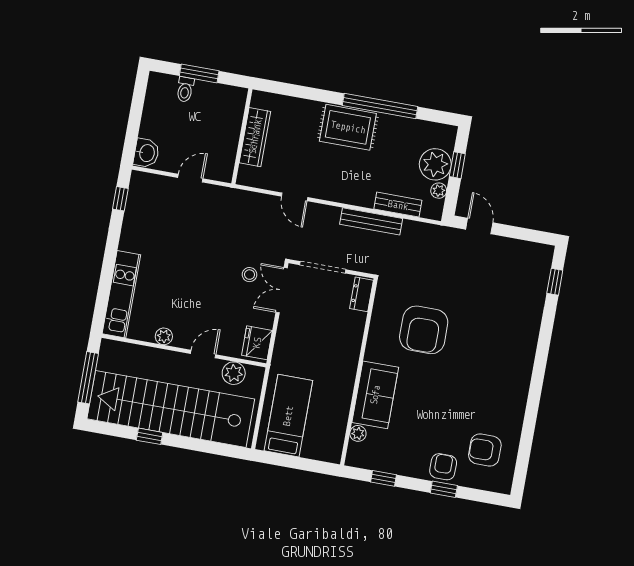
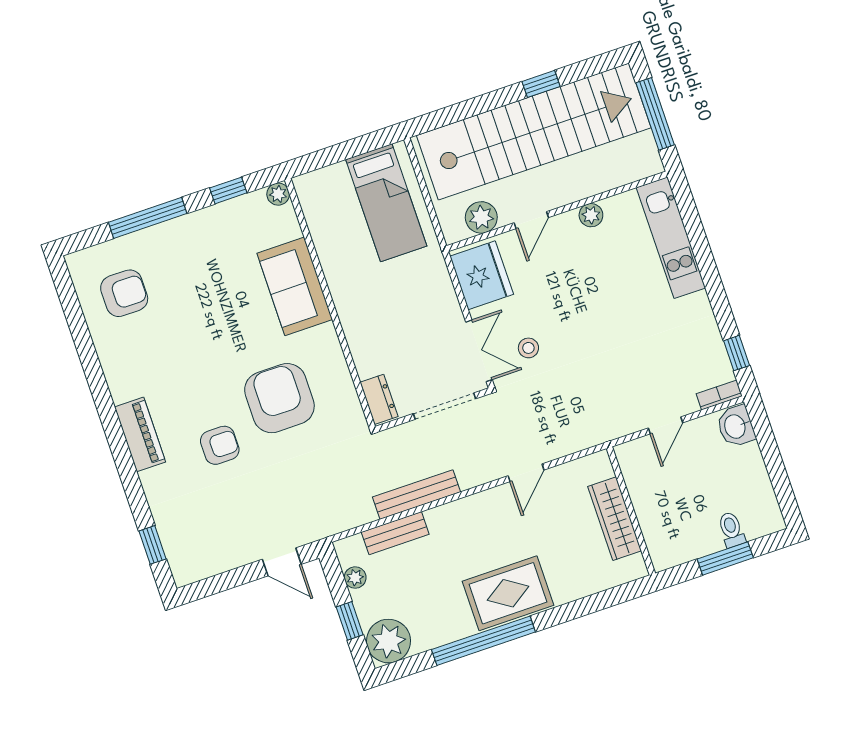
plant: (435, 164) -> (388, 641), moved
bookcase: (146, 178) -> (719, 395), added
door: (295, 197) -> (526, 473), swing flipped
fridge: (257, 343) -> (482, 275), width x1.36, depth x1.34
piano: (524, 356) -> (140, 434), added
plant: (358, 433) -> (278, 194), moved
armchair: (443, 467) -> (220, 445), moved, turned -90
window: (444, 489) -> (148, 218), width x2.17

